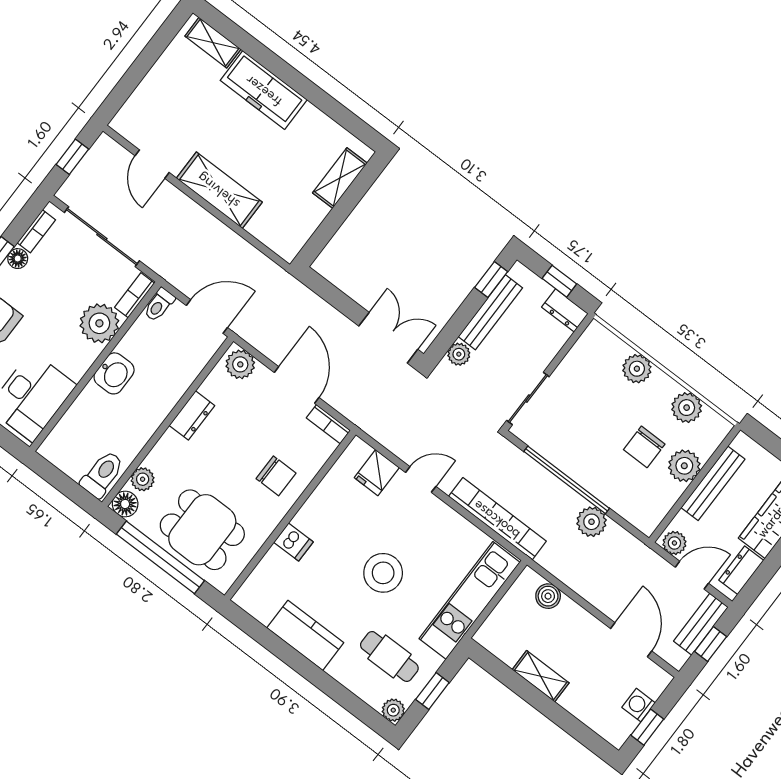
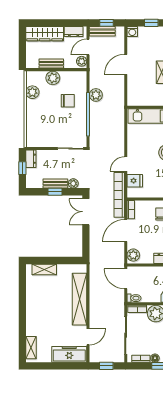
freezer: (264, 90) -> (69, 354), moved, turned -90
shelving: (219, 190) -> (80, 299), width x1.47
window: (491, 280) -> (55, 192), moved
bench: (490, 312) -> (55, 184), width x0.73
plant: (637, 369) -> (32, 119), removed
chair: (644, 447) -> (68, 101), moved
door: (421, 479) -> (126, 164), hinge flipped
bench: (713, 483) -> (51, 64), width x0.73
bookcase: (497, 519) -> (119, 195), moved
door: (692, 575) -> (88, 47), hinge flipped
boiler: (548, 596) -> (132, 90), removed
door: (631, 640) -> (126, 64), moved
washing machine: (639, 705) -> (132, 32), moved

